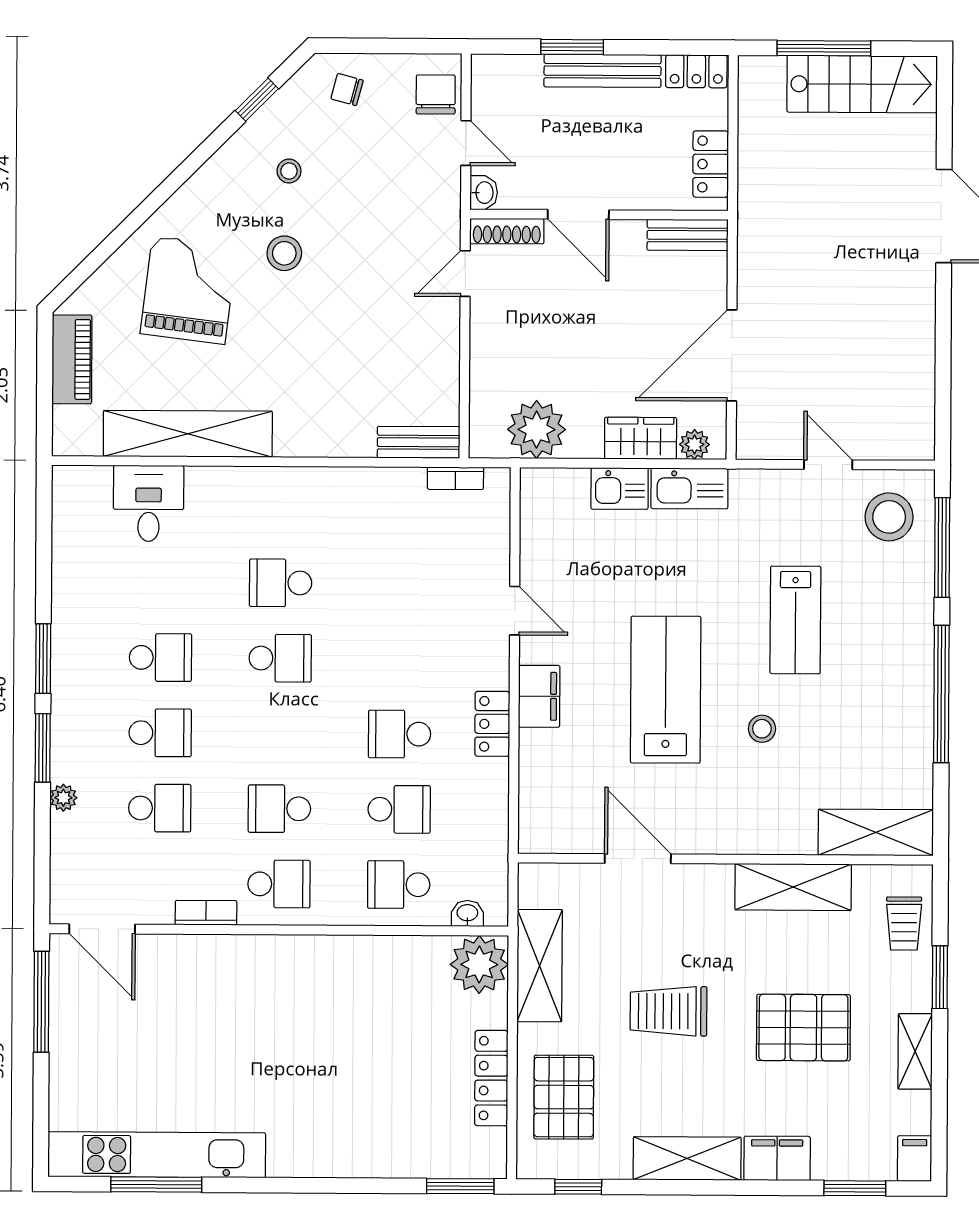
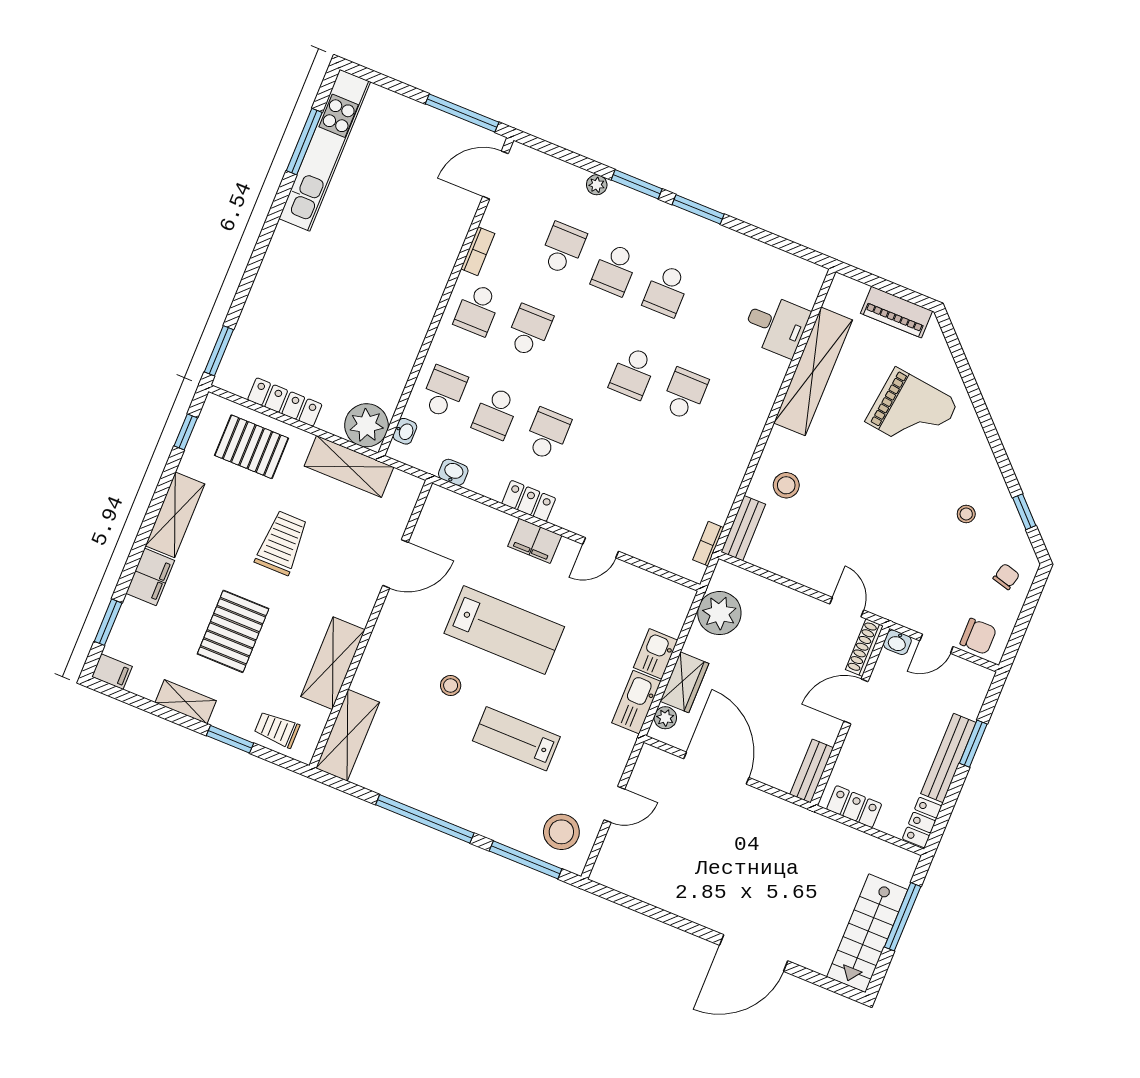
stool: (284, 253) -> (786, 485), moved
school desk: (160, 808) -> (563, 248), turned 180
washbasin: (494, 832) -> (453, 472), added

